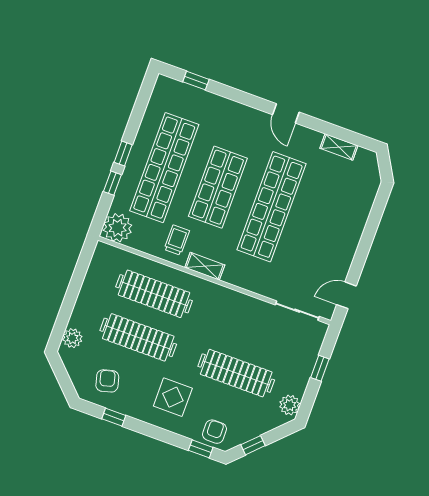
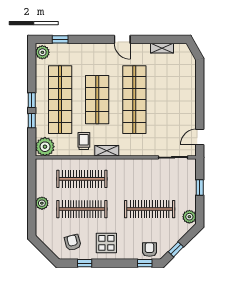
plant: (164, 90) -> (42, 52), added
plant: (72, 338) -> (42, 203), moved
display table: (173, 397) -> (106, 243), moved

